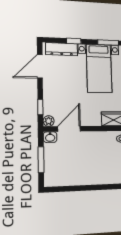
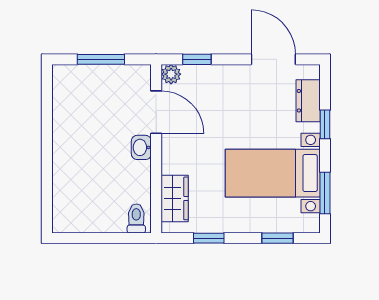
dresser: (62, 49) -> (308, 101), width x0.70
washbasin: (50, 137) -> (141, 147), moved

